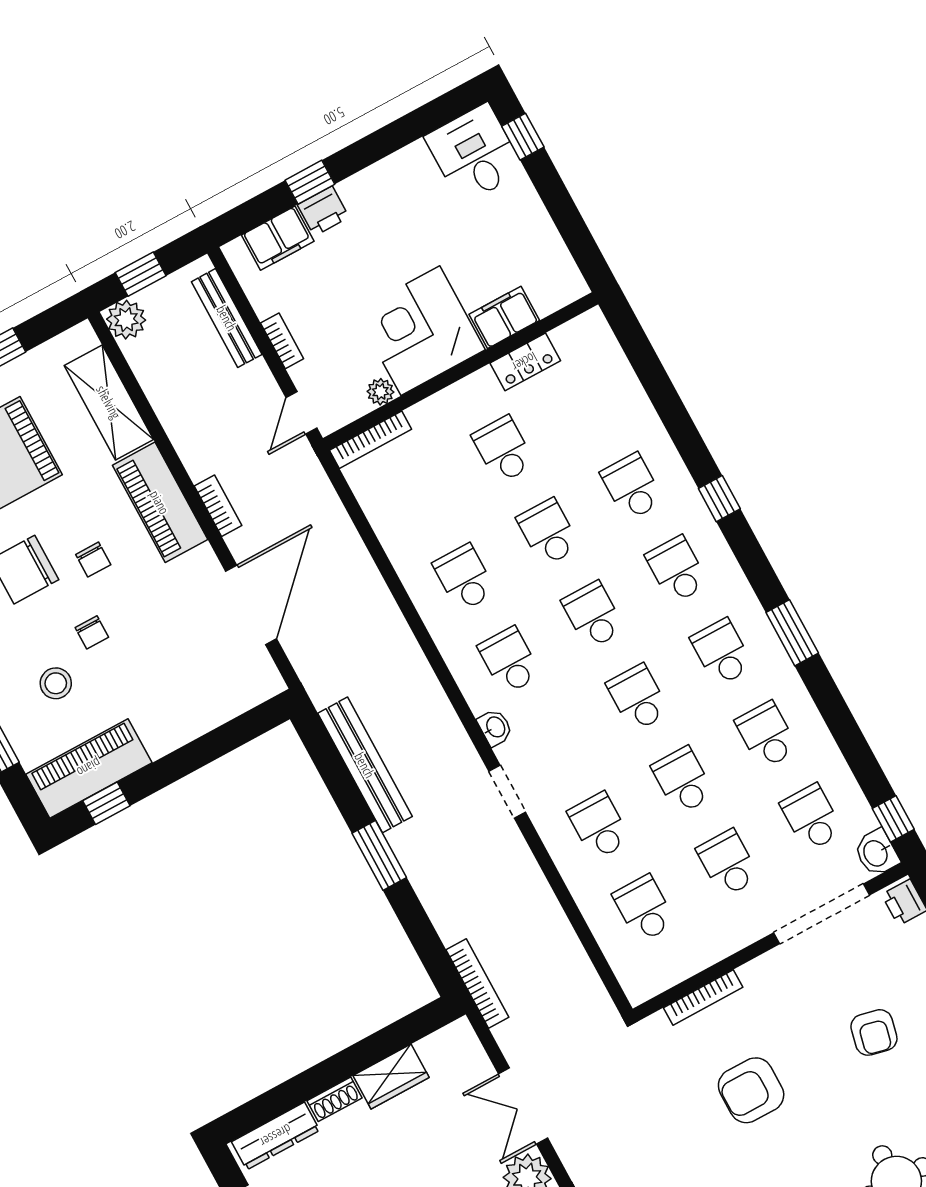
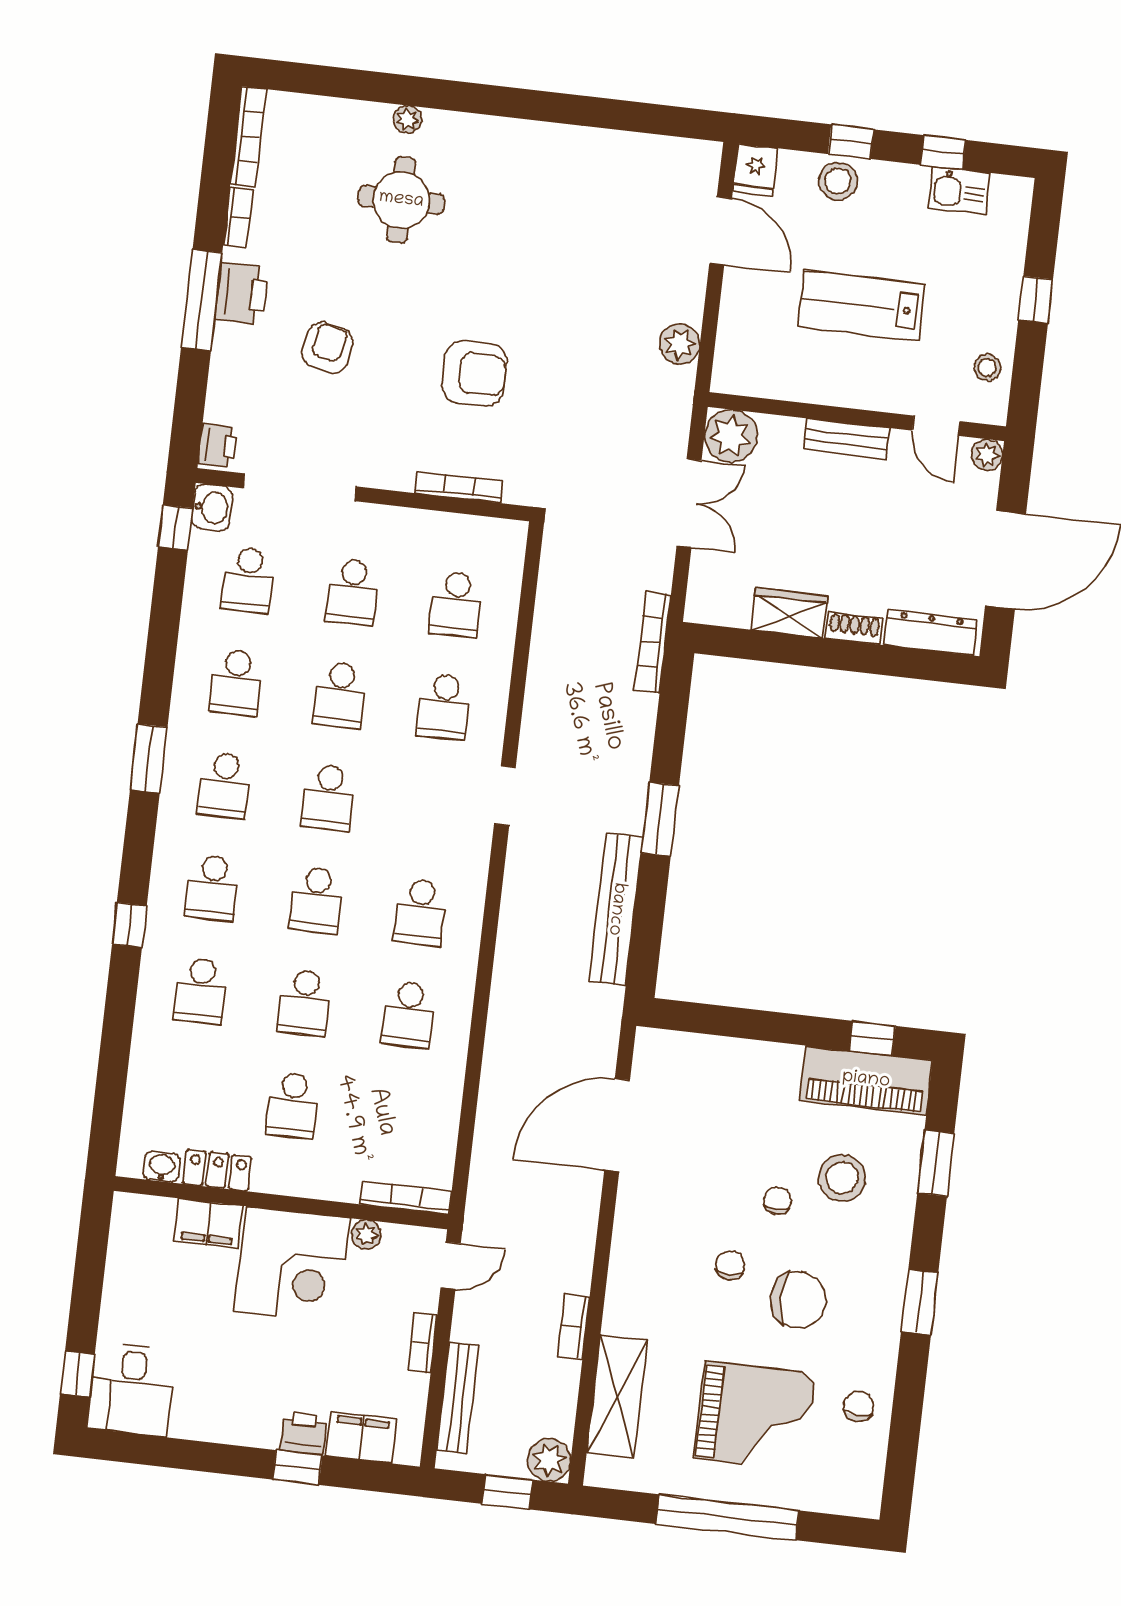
piano: (160, 502) -> (634, 1274), removed
bookcase: (218, 506) -> (574, 1327), moved
stool: (56, 683) -> (842, 1178), width x1.38, depth x1.38
washbasin: (495, 727) -> (162, 1167), moved, turned 90

